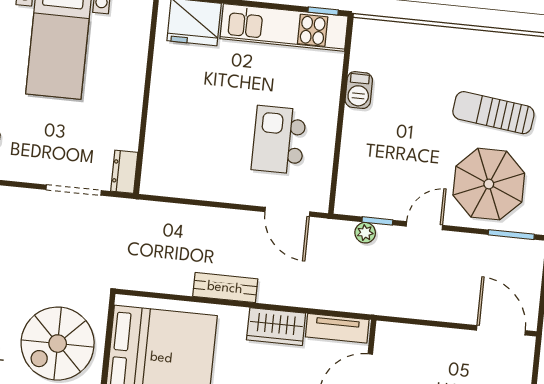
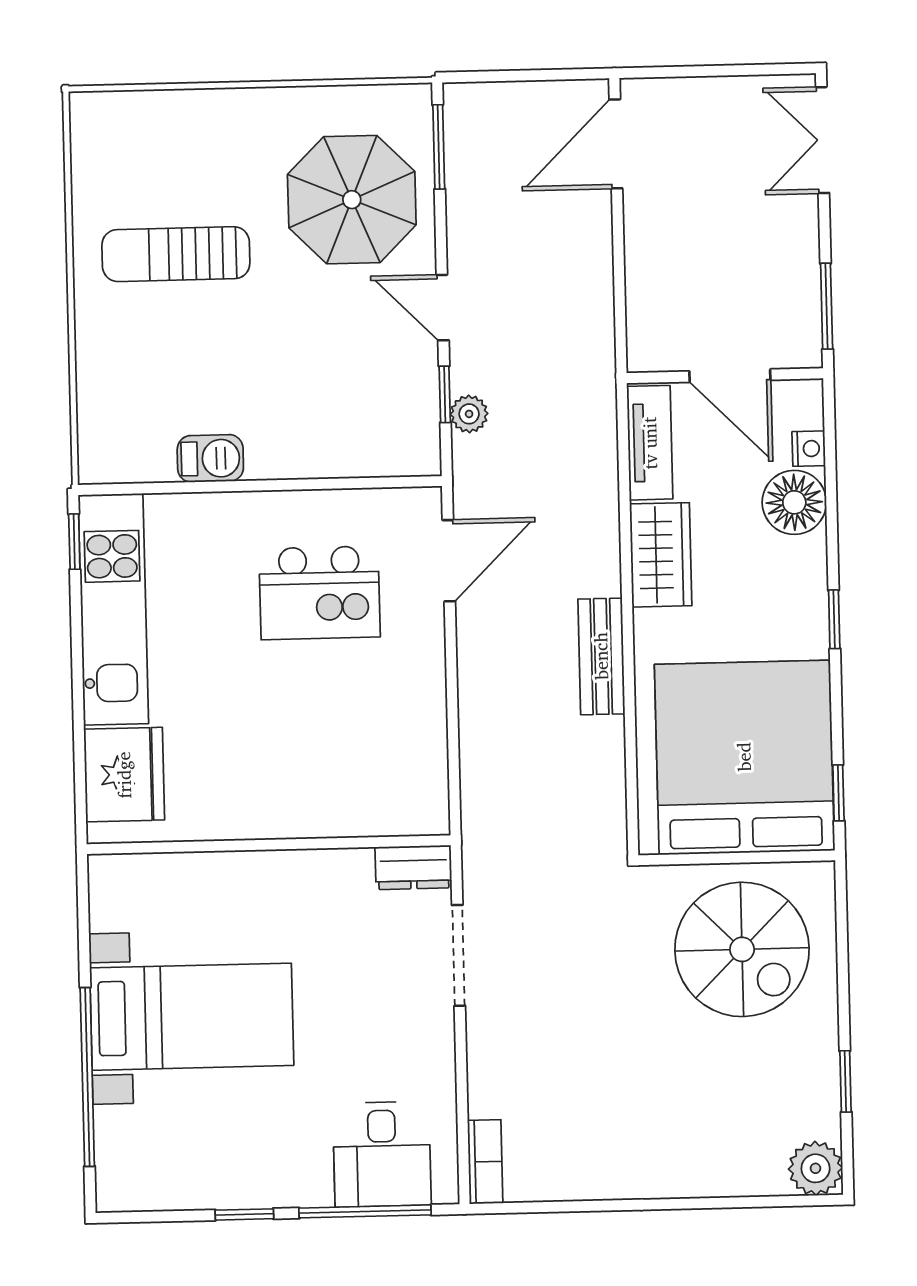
sun lounger: (493, 113) -> (176, 254), moved, turned 83

